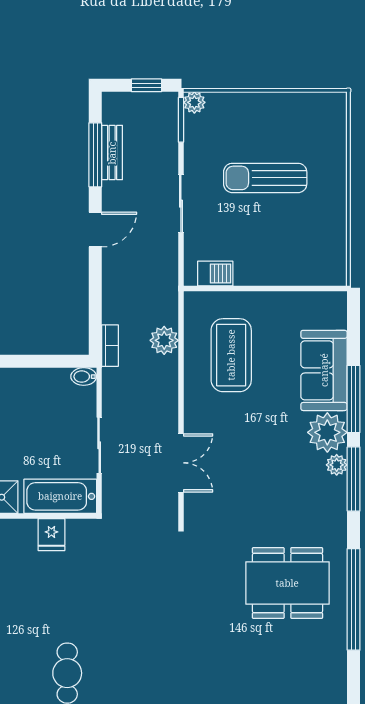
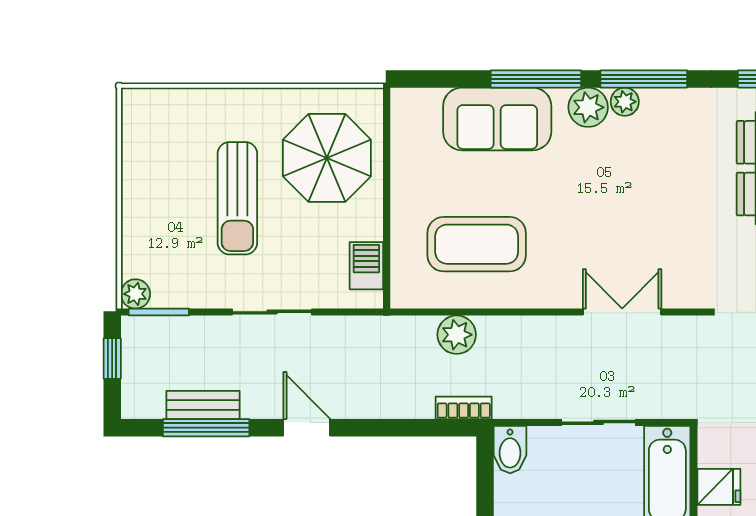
parasol: (295, 244) -> (327, 158), added
bidet: (84, 377) -> (510, 450), width x1.38, depth x1.36
plant: (327, 432) -> (588, 107), width x0.73, depth x0.73

